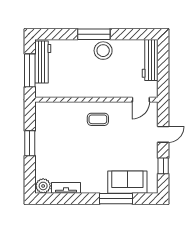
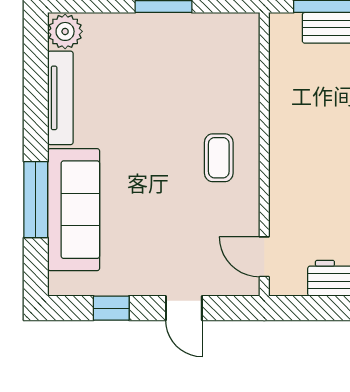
sofa: (127, 182) -> (74, 210), width x1.36
tv unit: (66, 188) -> (60, 98), width x1.41

